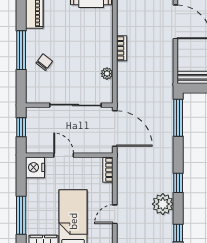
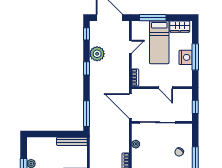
nightstand: (35, 167) -> (186, 57), moved
window: (21, 215) -> (195, 57), moved

